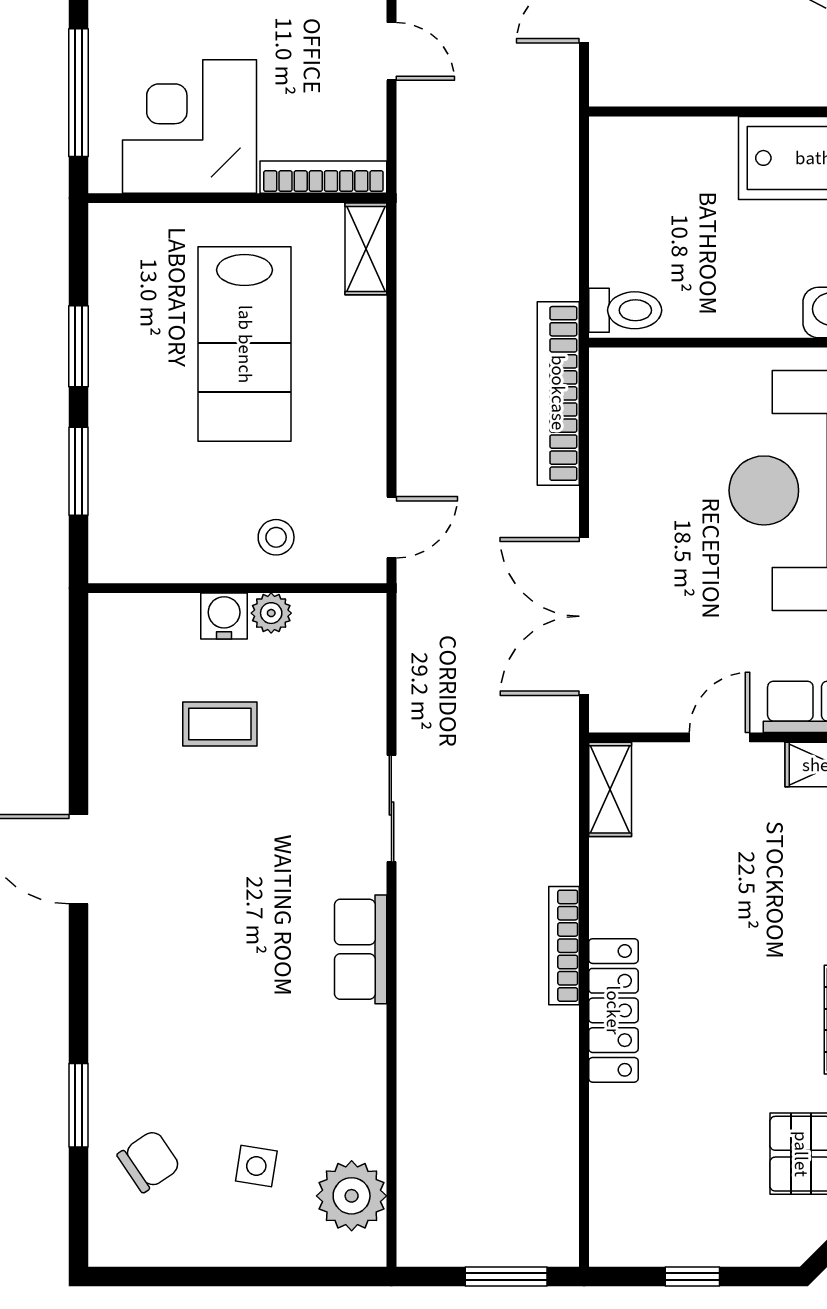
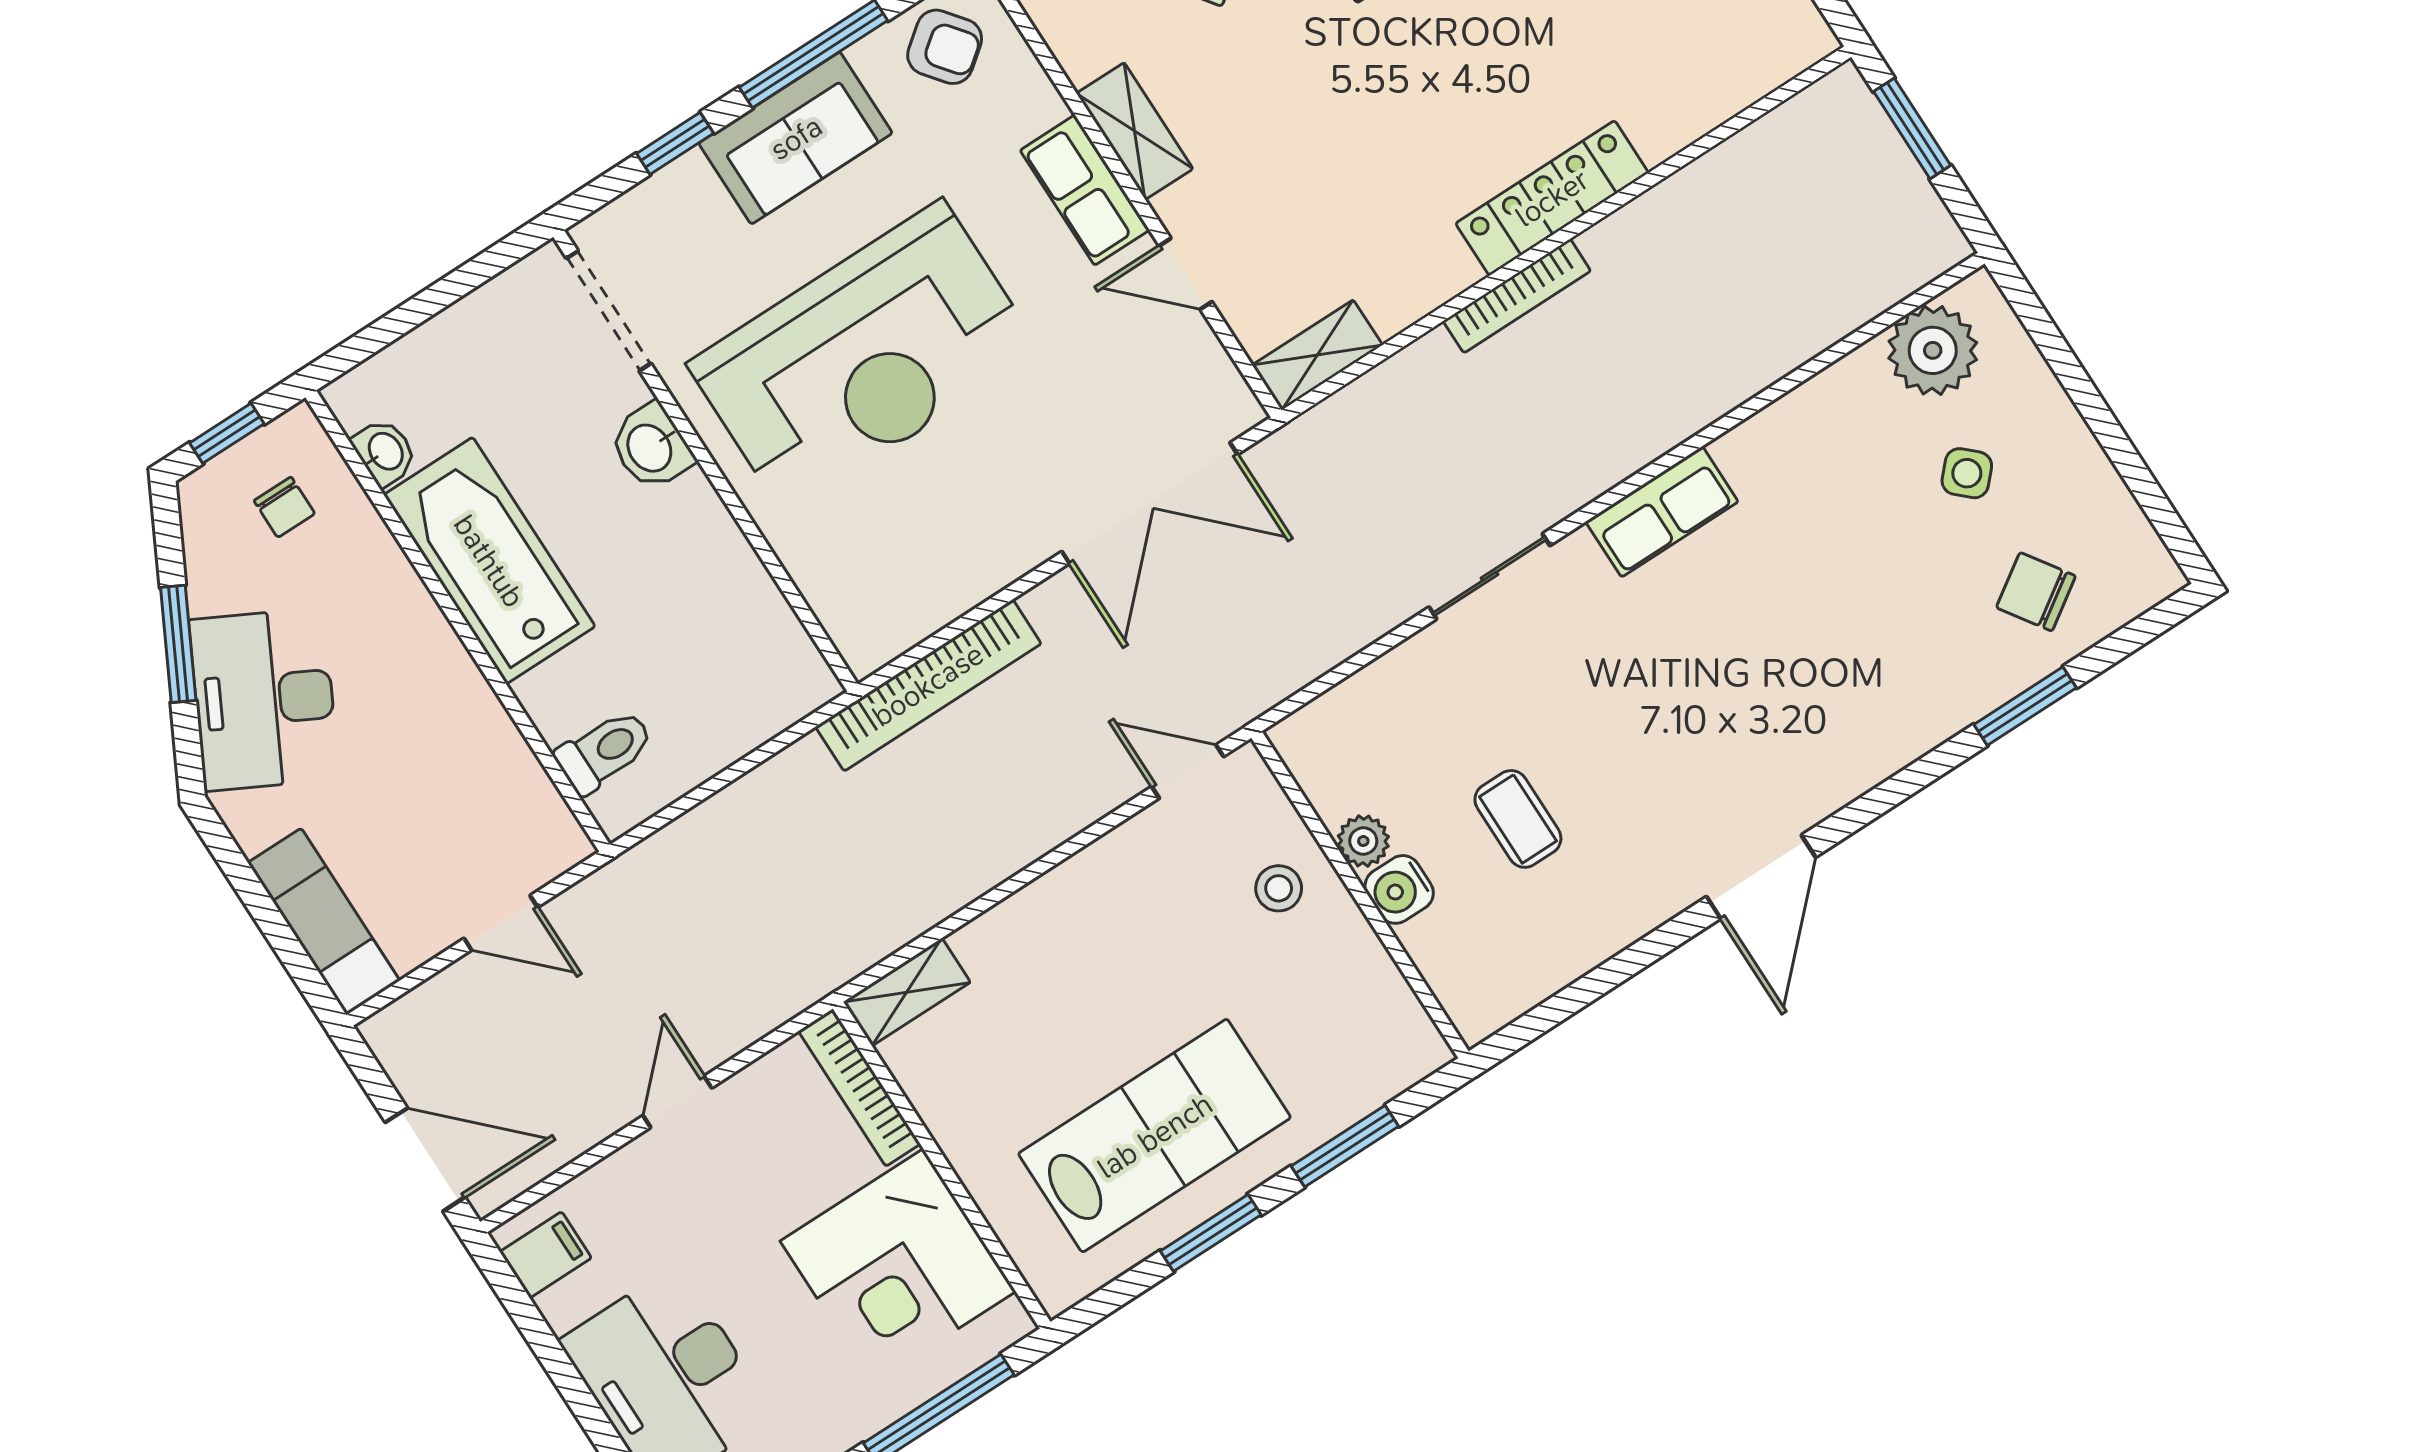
toilet: (625, 310) -> (604, 751), moved, turned 90
lab bench: (245, 344) -> (1155, 1136), moved
side table: (256, 1166) -> (1967, 473), turned 34

